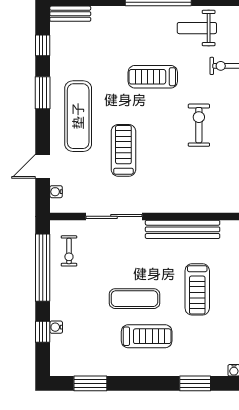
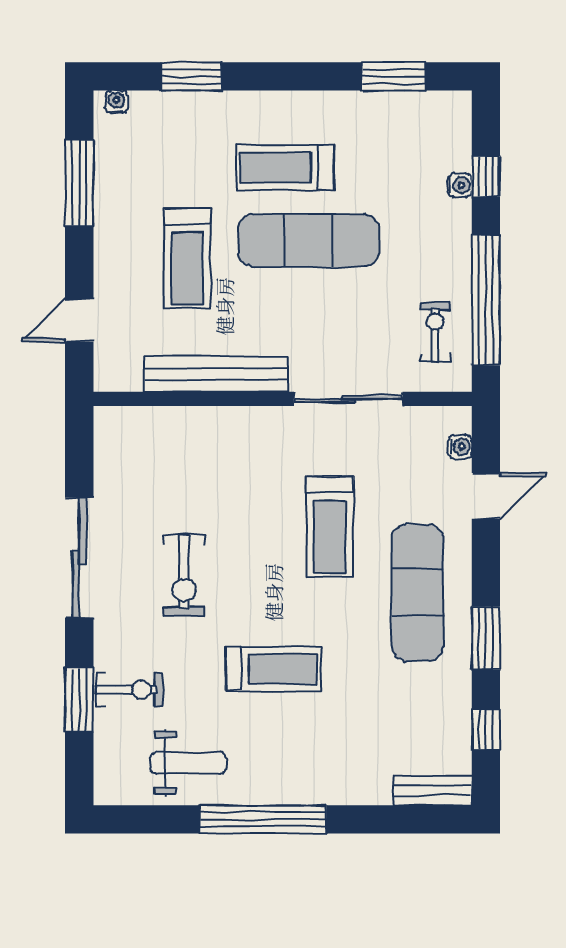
treadmill: (197, 289) -> (187, 258), turned 180
exercise mat: (134, 299) -> (309, 240), width x1.36, depth x1.45

